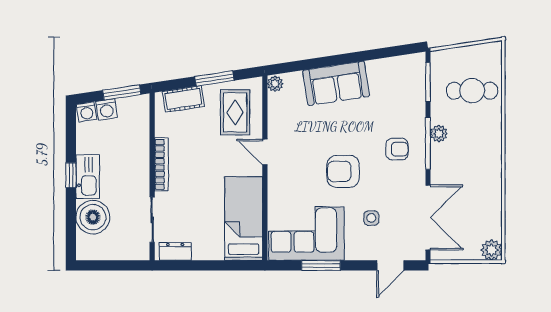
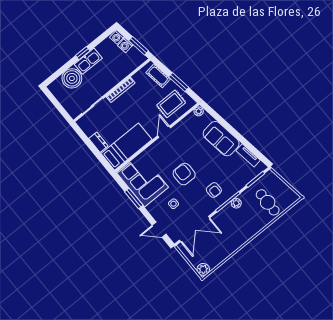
tv unit: (388, 65) -> (248, 155), added
dresser: (175, 251) -> (98, 142), moved

